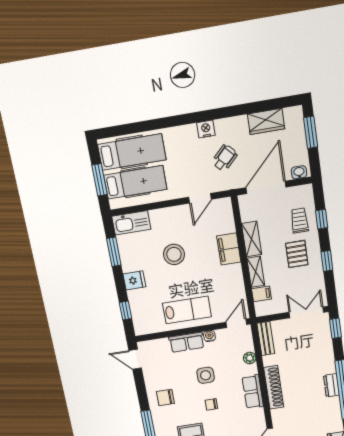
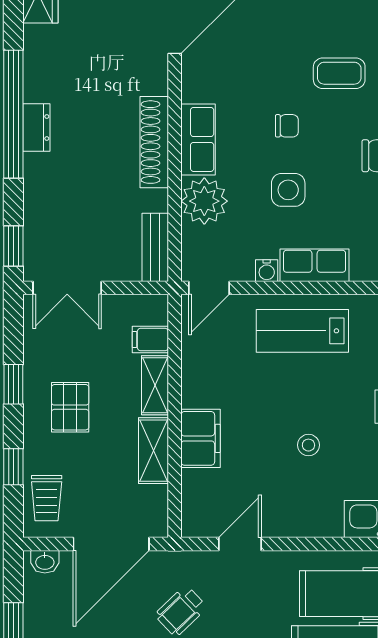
trolley: (299, 221) -> (47, 498), moved
stool: (174, 254) -> (308, 445), width x0.53, depth x0.53
plant: (250, 358) -> (204, 201), width x1.87, depth x1.87

